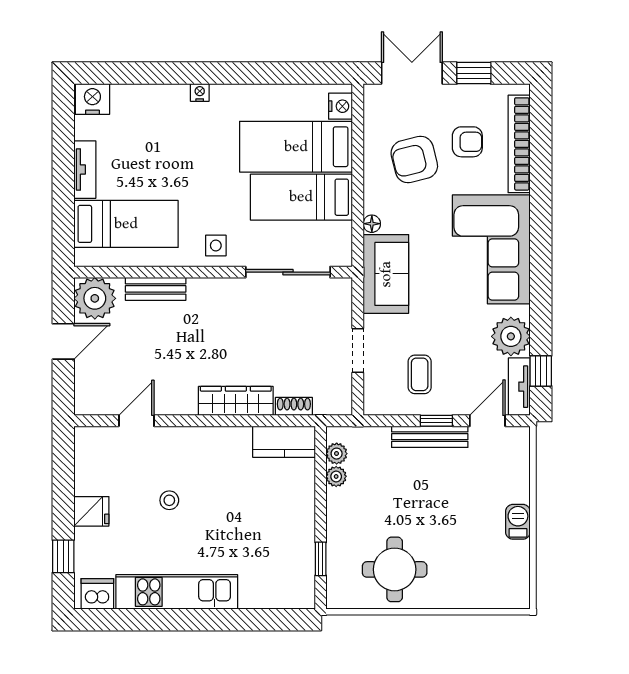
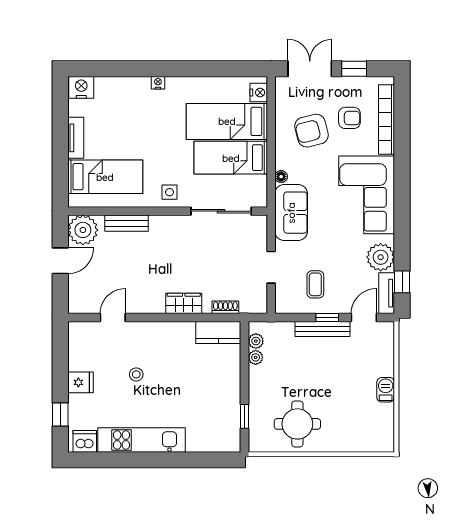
wardrobe: (236, 401) -> (184, 303), width x0.67

